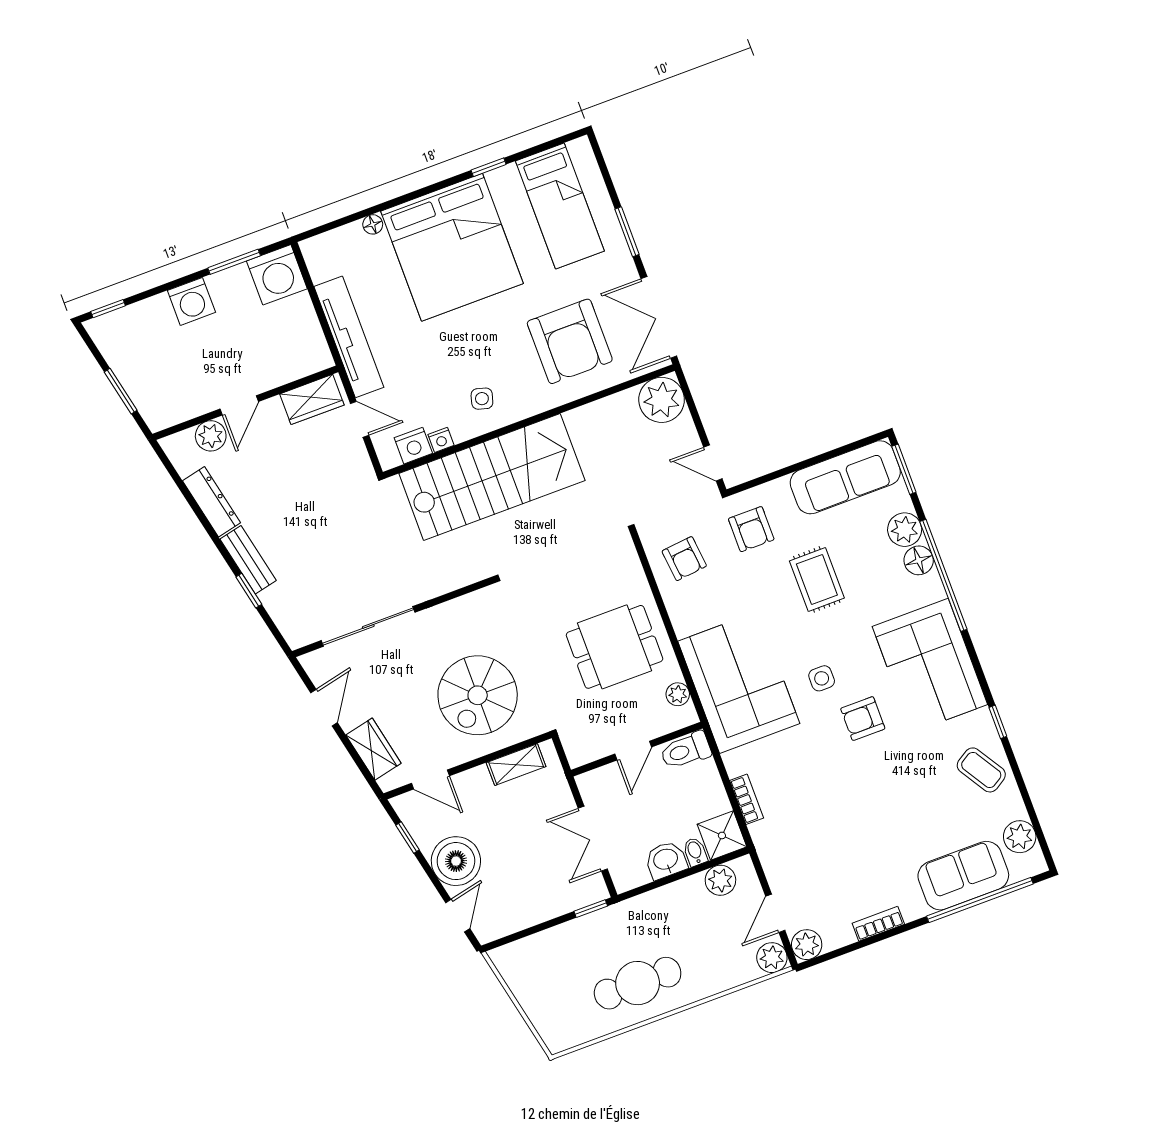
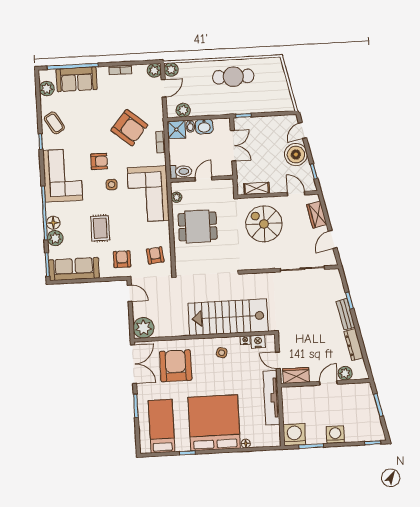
spiral stairs: (478, 695) -> (264, 224), turned -90
armchair: (822, 809) -> (129, 128), added

